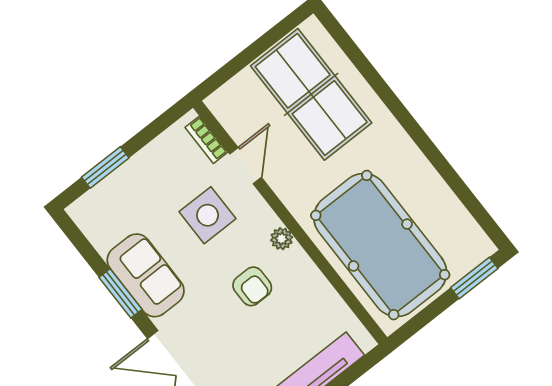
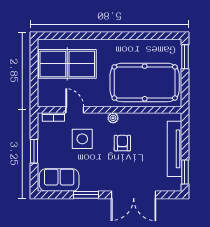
window: (105, 167) -> (34, 151), moved
sofa: (146, 275) -> (59, 180), moved
armchair: (252, 286) -> (122, 143), turned -90

